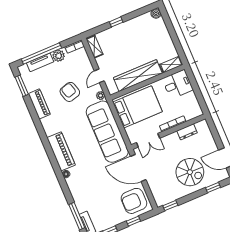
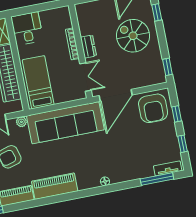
bed: (138, 107) -> (38, 82), width x0.67
dresser: (187, 132) -> (88, 47), moved
piano: (61, 151) -> (55, 186), moved
spiral stairs: (190, 172) -> (133, 36), turned -90

